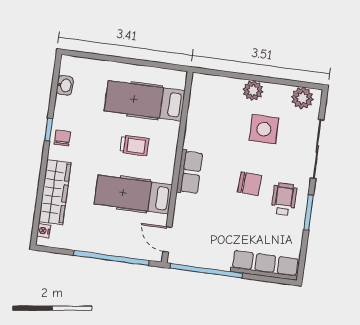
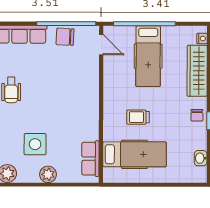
row of seats: (189, 172) -> (90, 159), moved
chair: (250, 184) -> (65, 37), moved
hospital bed: (133, 194) -> (148, 56), moved, turned 90

